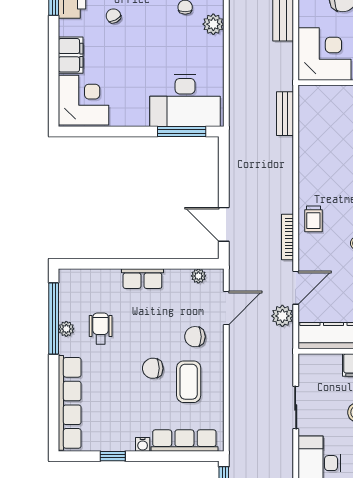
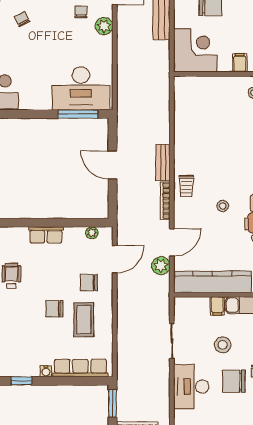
bench: (285, 114) -> (163, 163), moved
door: (224, 224) -> (113, 165), moved

